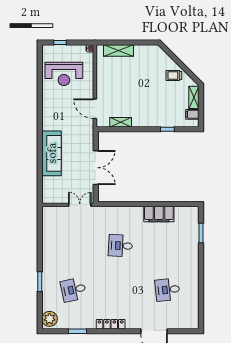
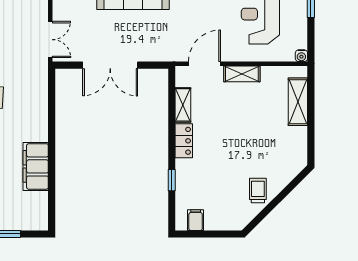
shelving: (194, 97) -> (242, 74), moved
locker: (143, 122) -> (184, 141), added

